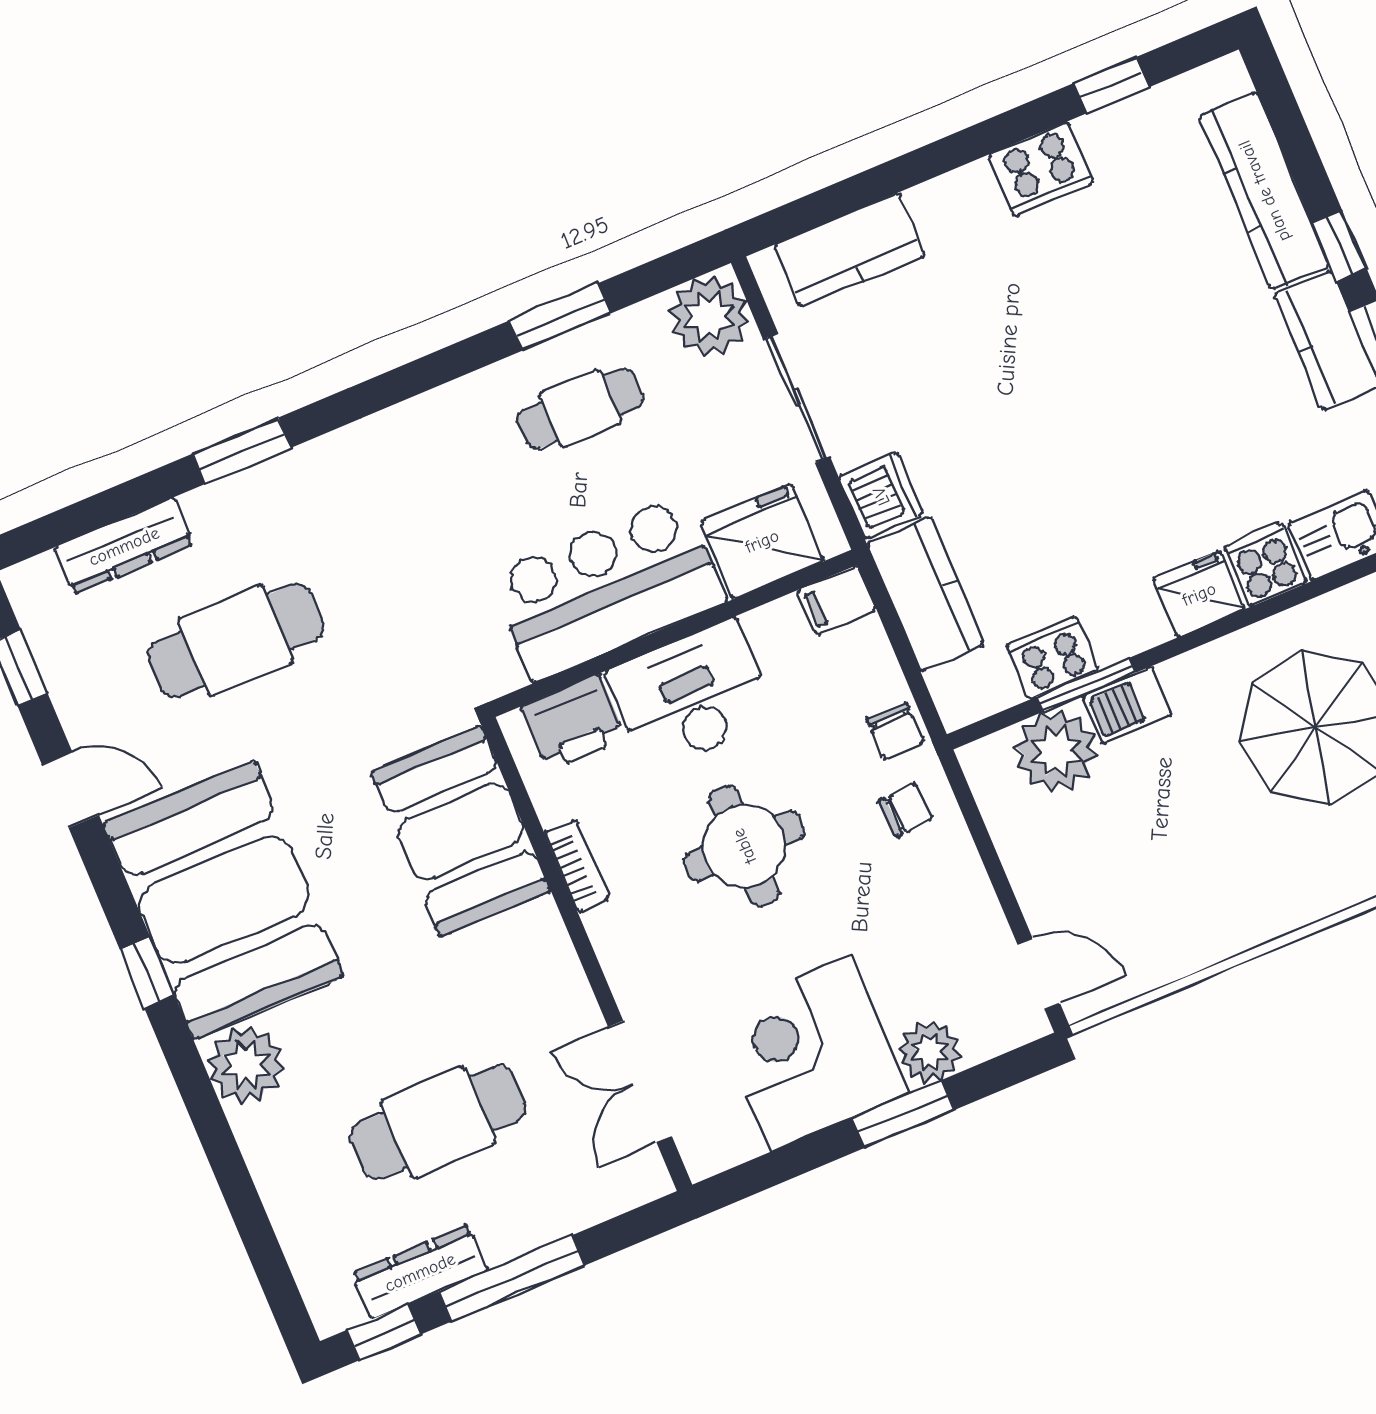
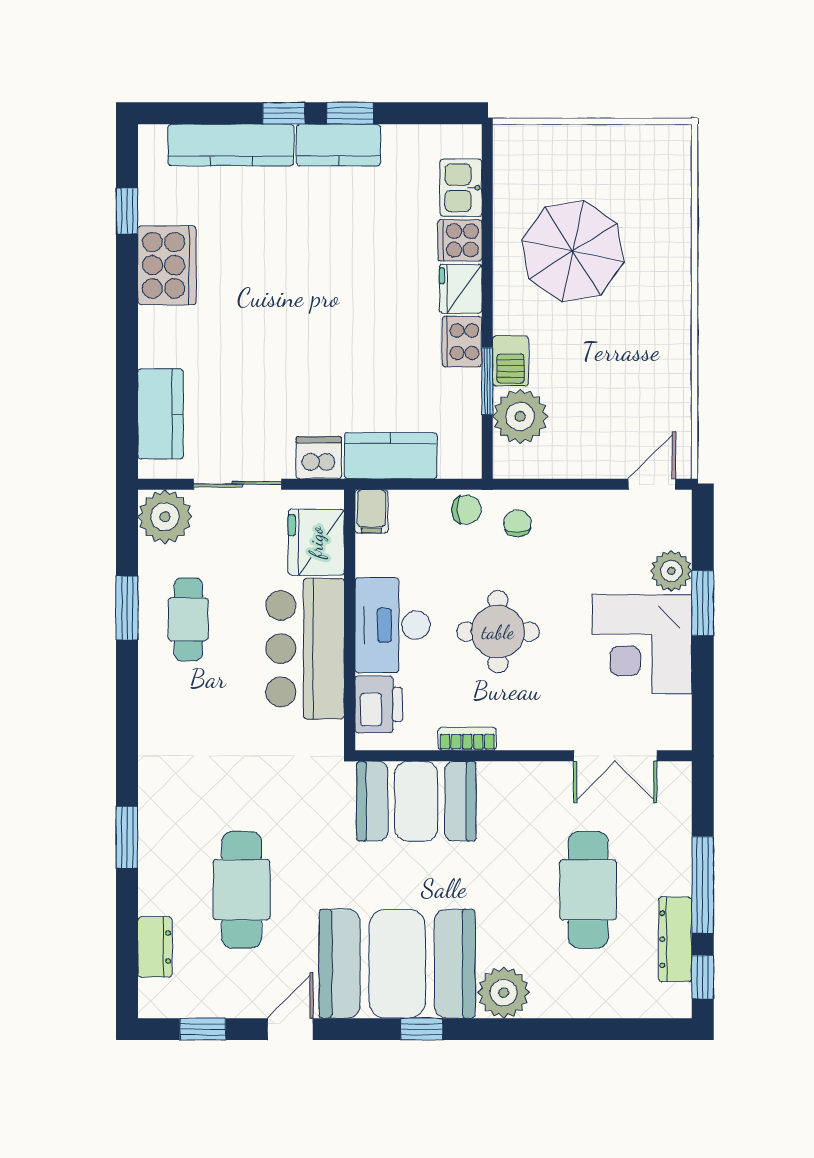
cooker: (1041, 169) -> (167, 265), width x1.37, depth x1.31
dresser: (124, 546) -> (155, 947), width x0.70
cooker: (1053, 658) -> (462, 342), moved

